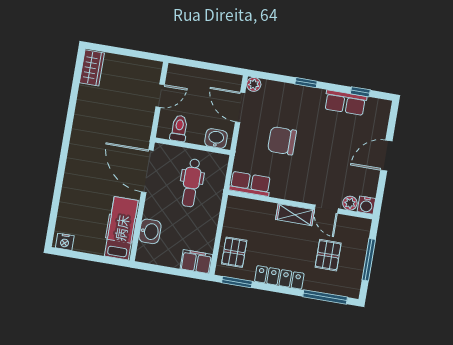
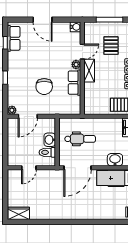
door: (160, 96) -> (29, 168), swing flipped
row of seats: (345, 103) -> (14, 38), moved
washbasin: (216, 138) -> (50, 140), moved
row of seats: (250, 184) -> (75, 83), moved
plant: (350, 203) -> (76, 64), moved
pallet: (328, 255) -> (111, 46), turned 90

